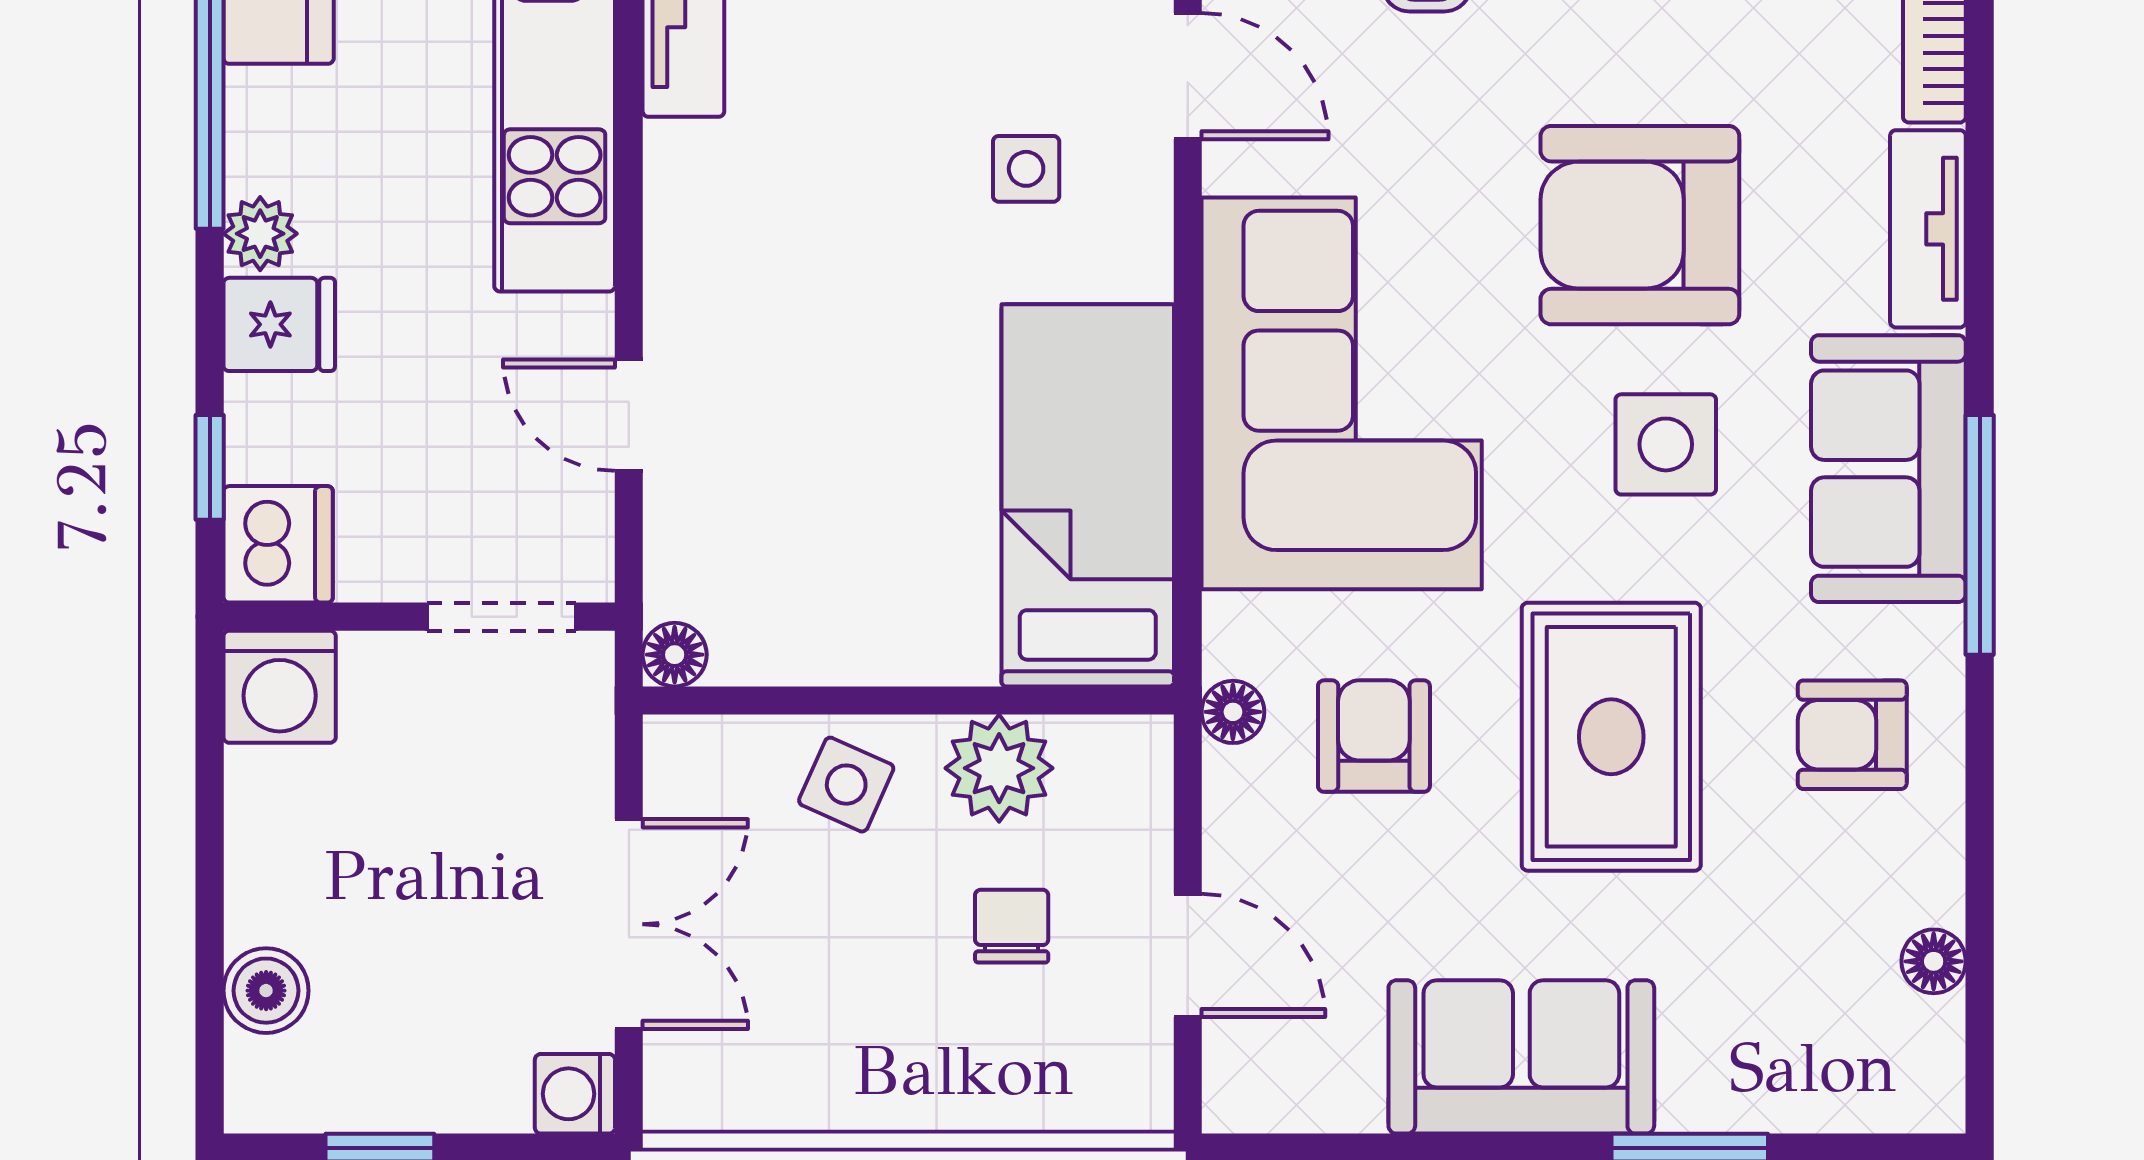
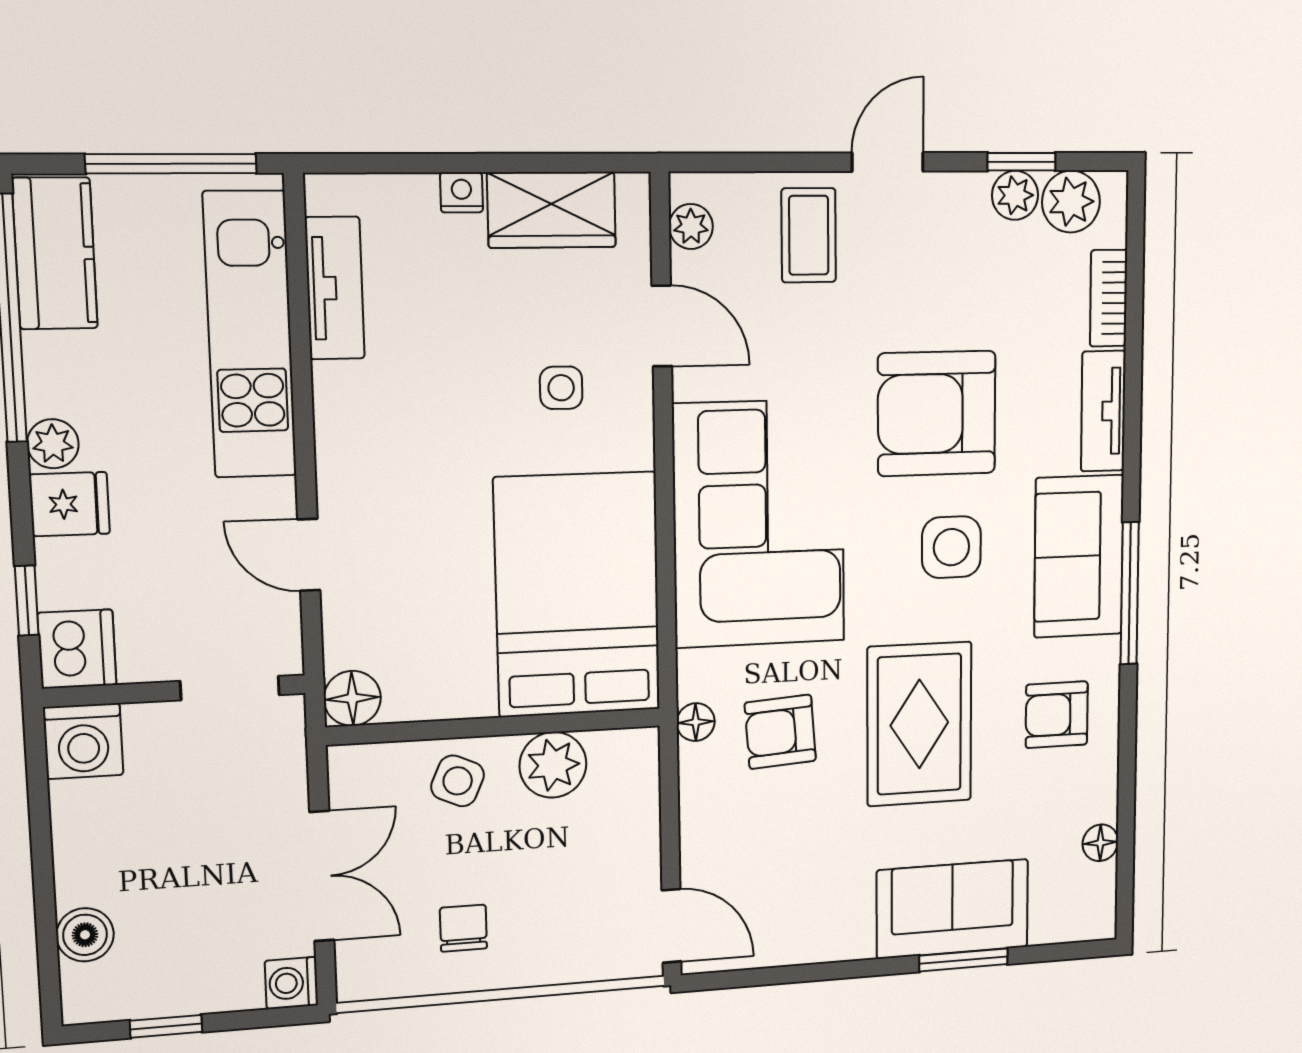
bed: (1088, 495) -> (578, 595), width x1.50
floor lamp: (675, 655) -> (352, 698), width x1.37, depth x1.37
armchair: (1374, 736) -> (780, 732), turned -94
chair: (1012, 926) -> (463, 928), moved
door: (1188, 955) -> (671, 926), moved
sofa: (1521, 1057) -> (953, 909), moved

